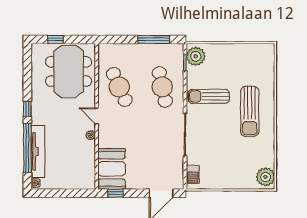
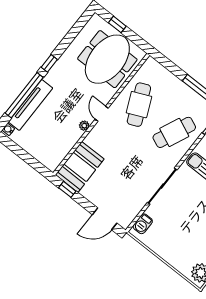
cafe table: (162, 87) -> (174, 132), turned 36

